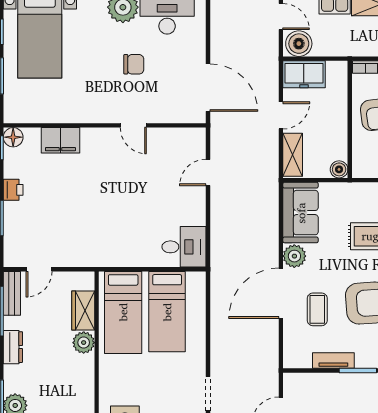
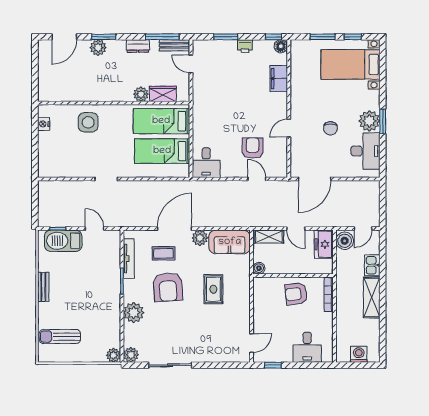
armchair: (163, 179) -> (253, 148), added
door: (281, 293) -> (175, 229), hinge flipped
tv unit: (333, 361) -> (129, 259), width x1.41

